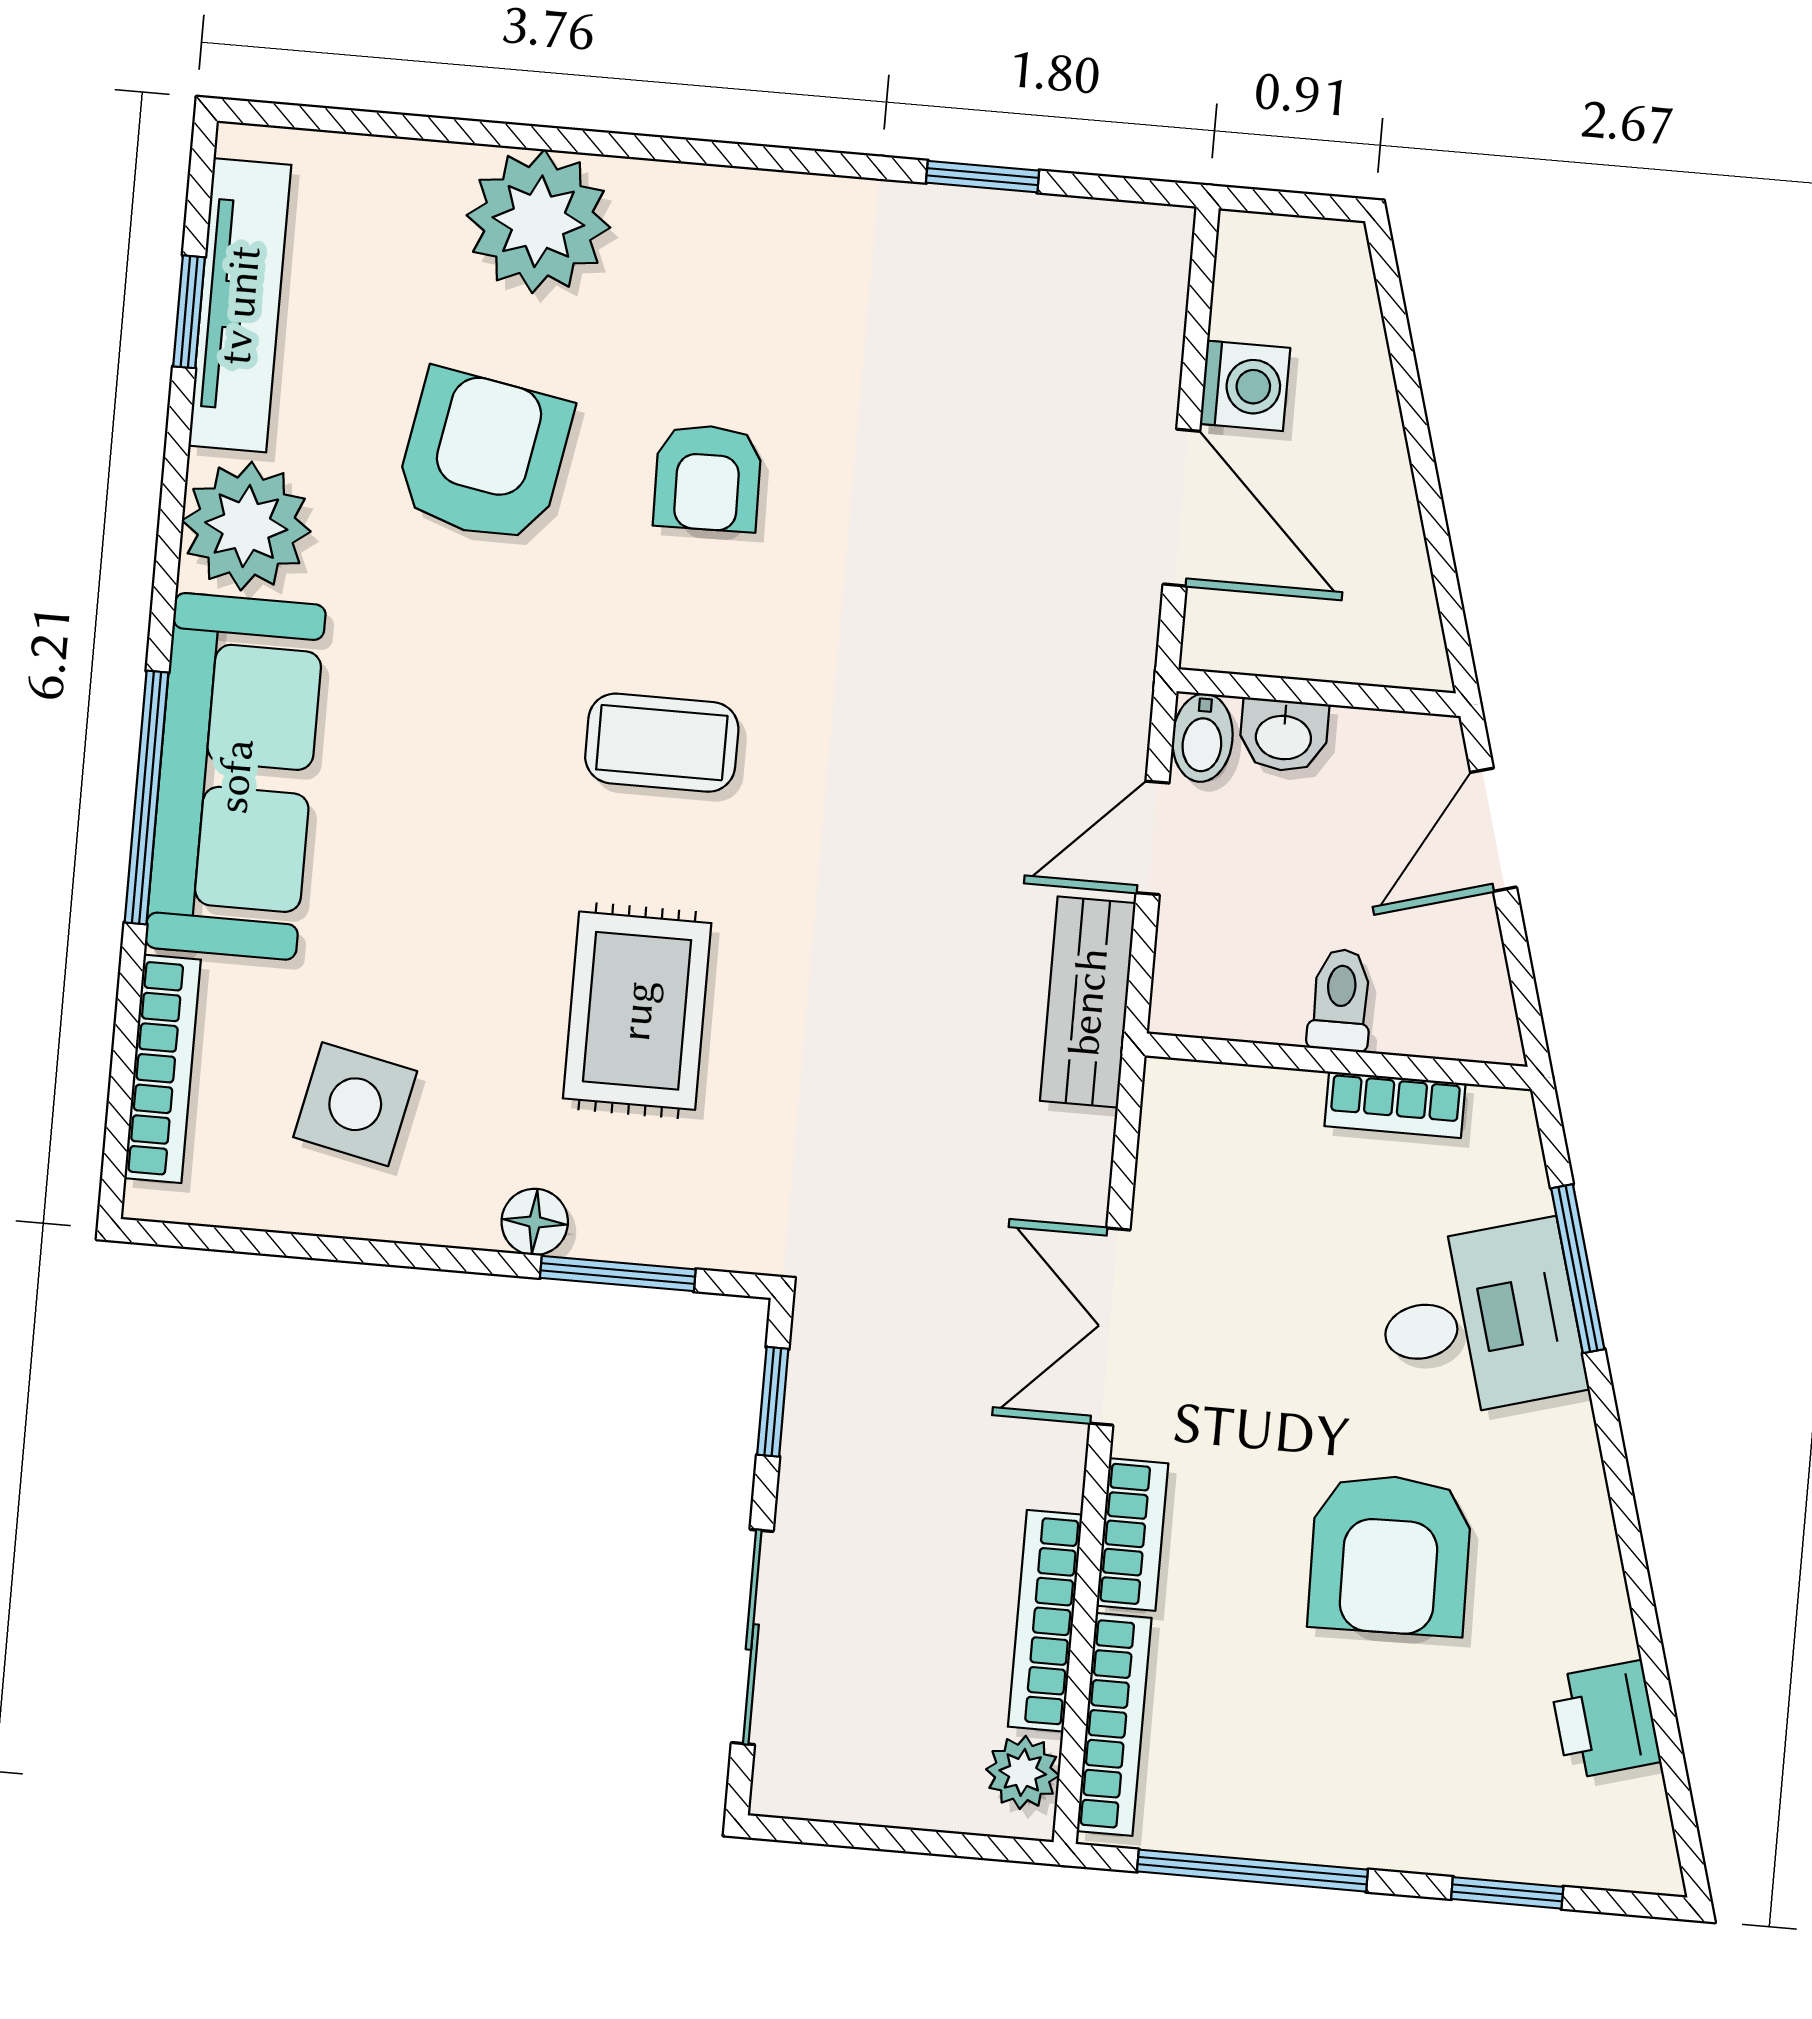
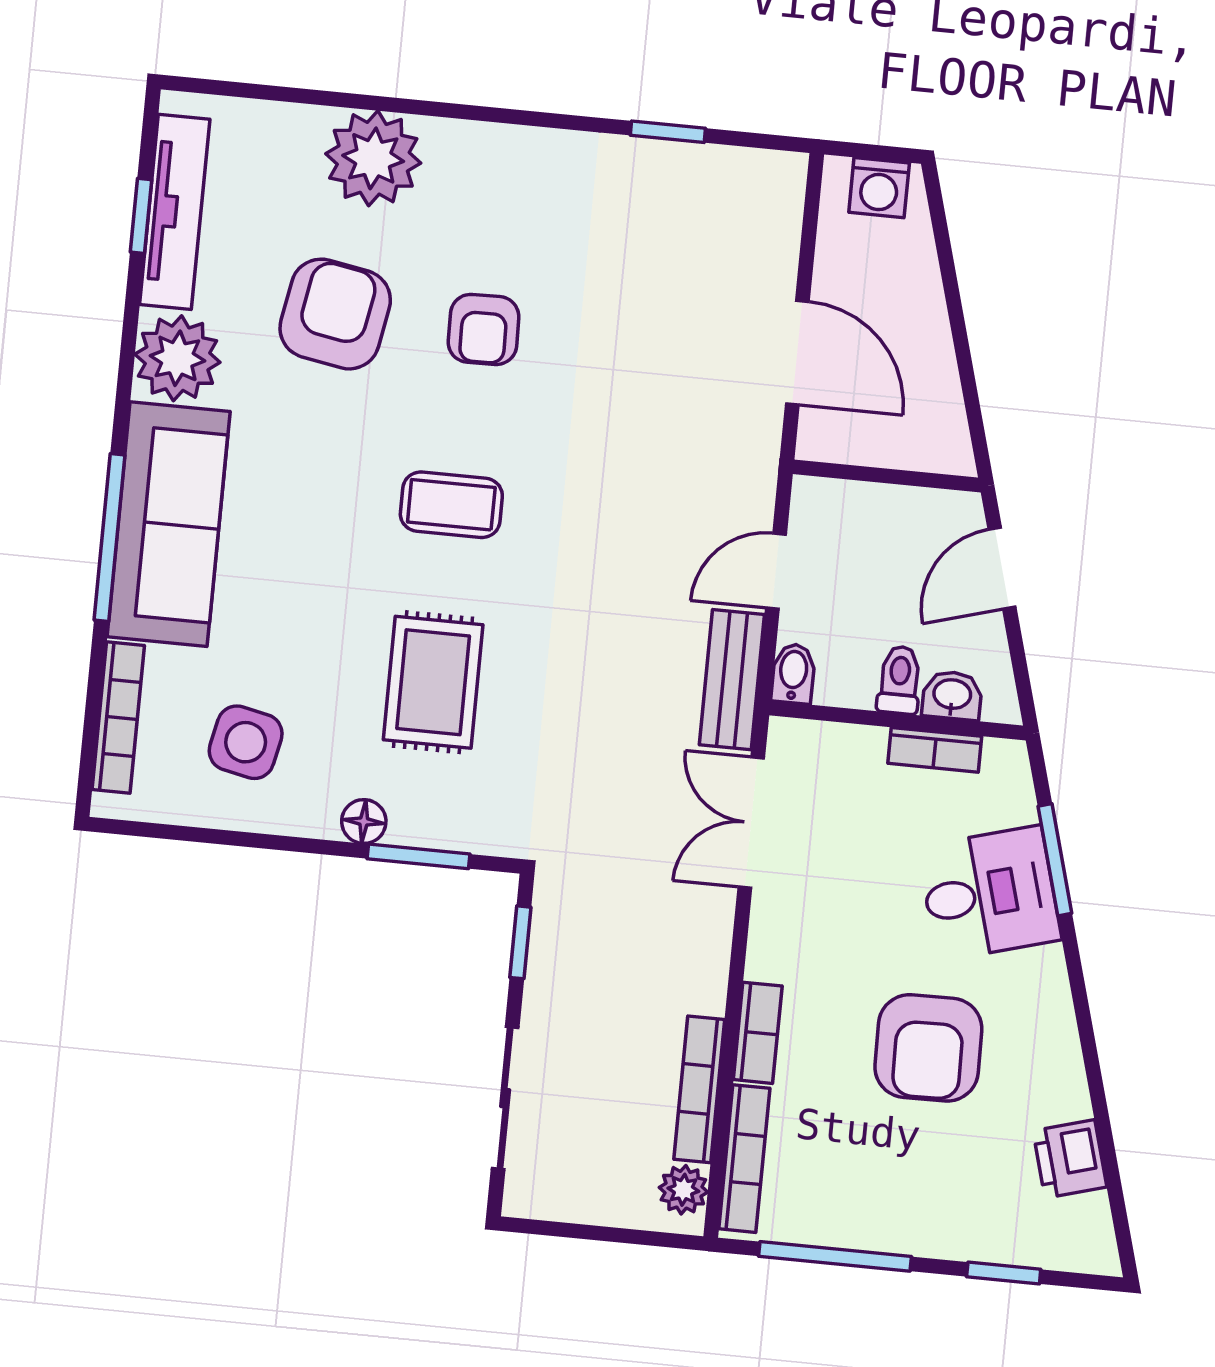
washing machine: (1245, 386) -> (879, 188), moved, turned 90
washbasin: (1284, 735) -> (952, 695), moved, turned 180
bidet: (1203, 738) -> (793, 674), moved, turned 180
double door: (1110, 1327) -> (751, 823), moved

